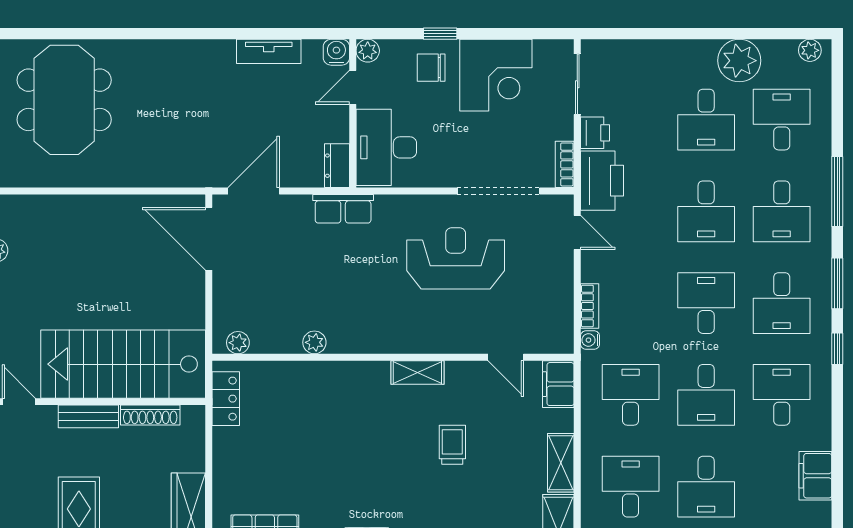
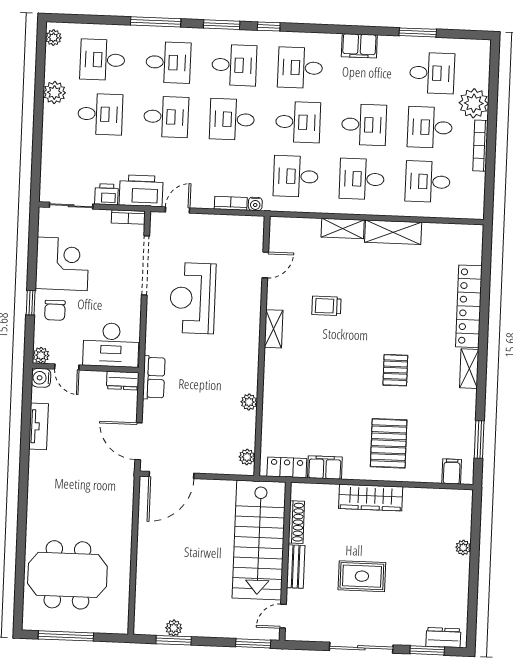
plant: (739, 61) -> (54, 92), width x0.73, depth x0.73
filing cabinet: (558, 384) -> (325, 467), moved, turned 180

